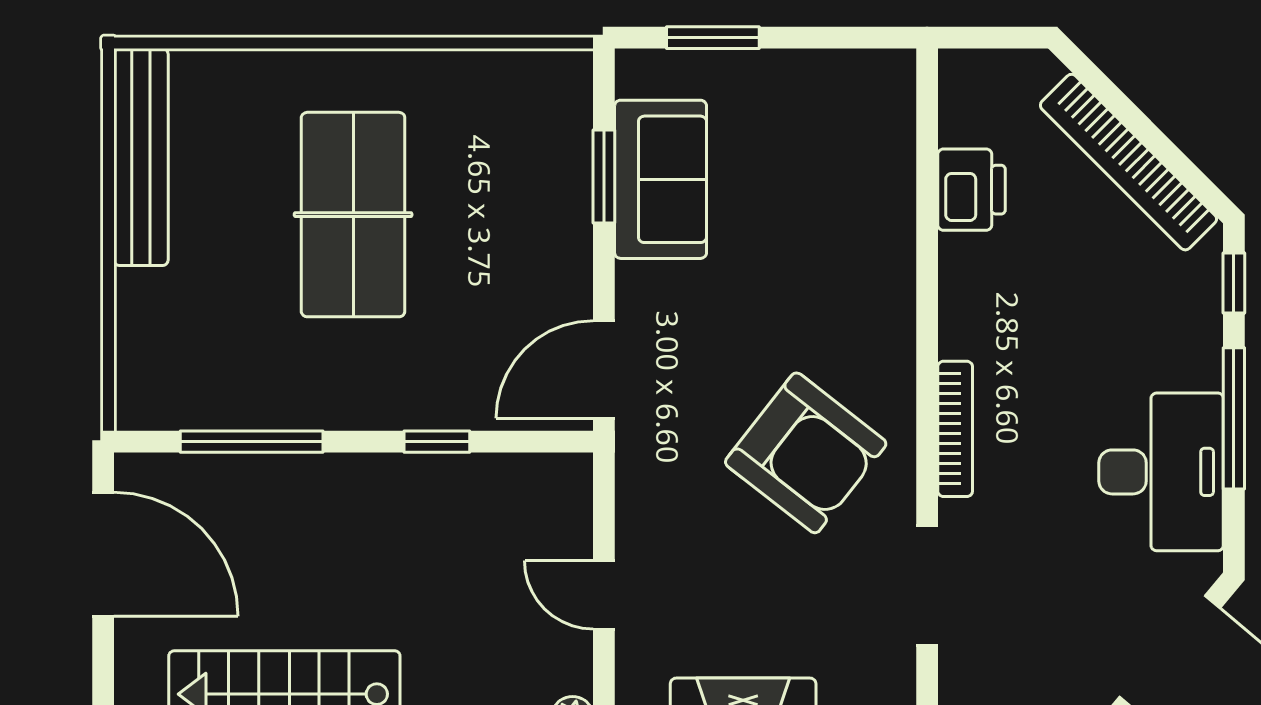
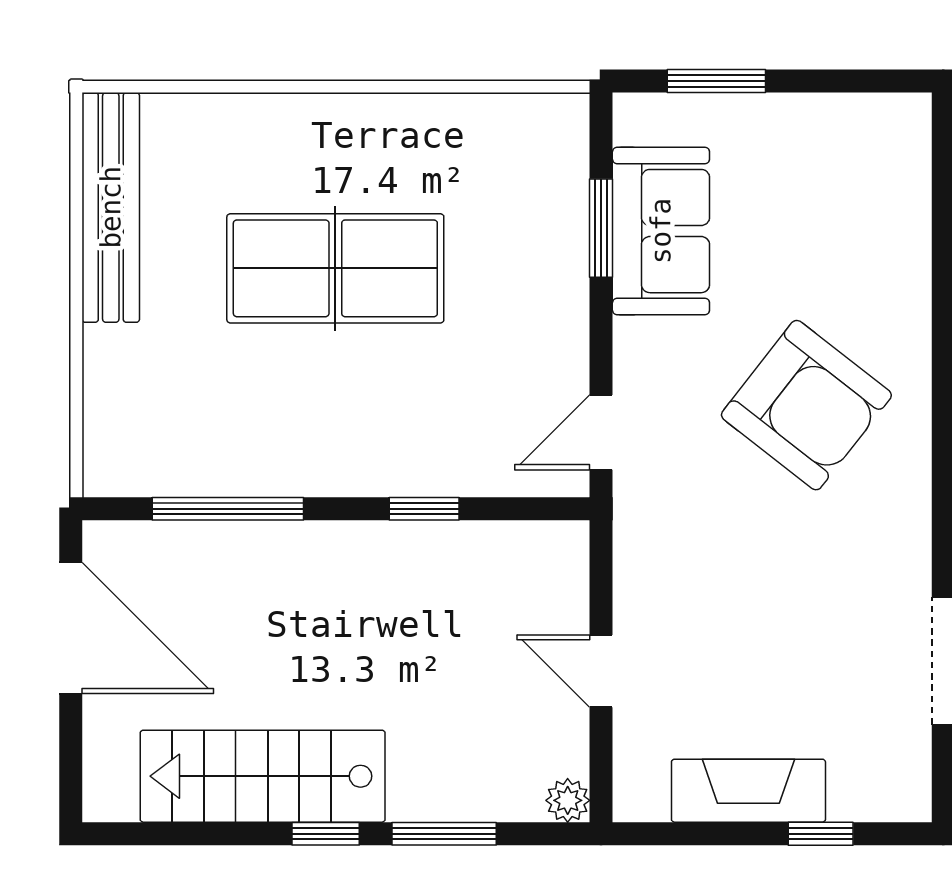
table tennis table: (353, 215) -> (335, 268), turned 90
door: (604, 369) -> (601, 432), width x0.73
armchair: (806, 453) -> (806, 405), moved

